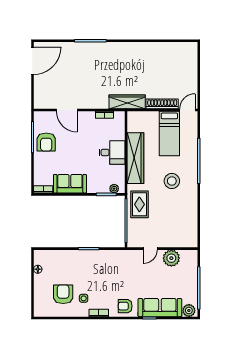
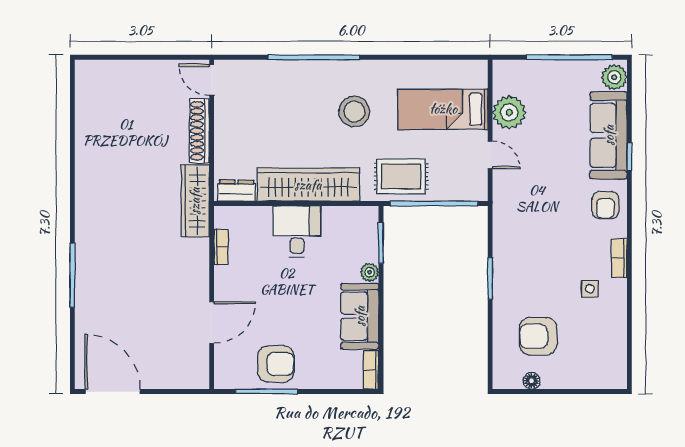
dresser: (132, 122) -> (236, 191), added
bed: (169, 134) -> (443, 109), moved, turned 180
plant: (114, 189) -> (370, 272), moved
armchair: (63, 294) -> (538, 336), moved

